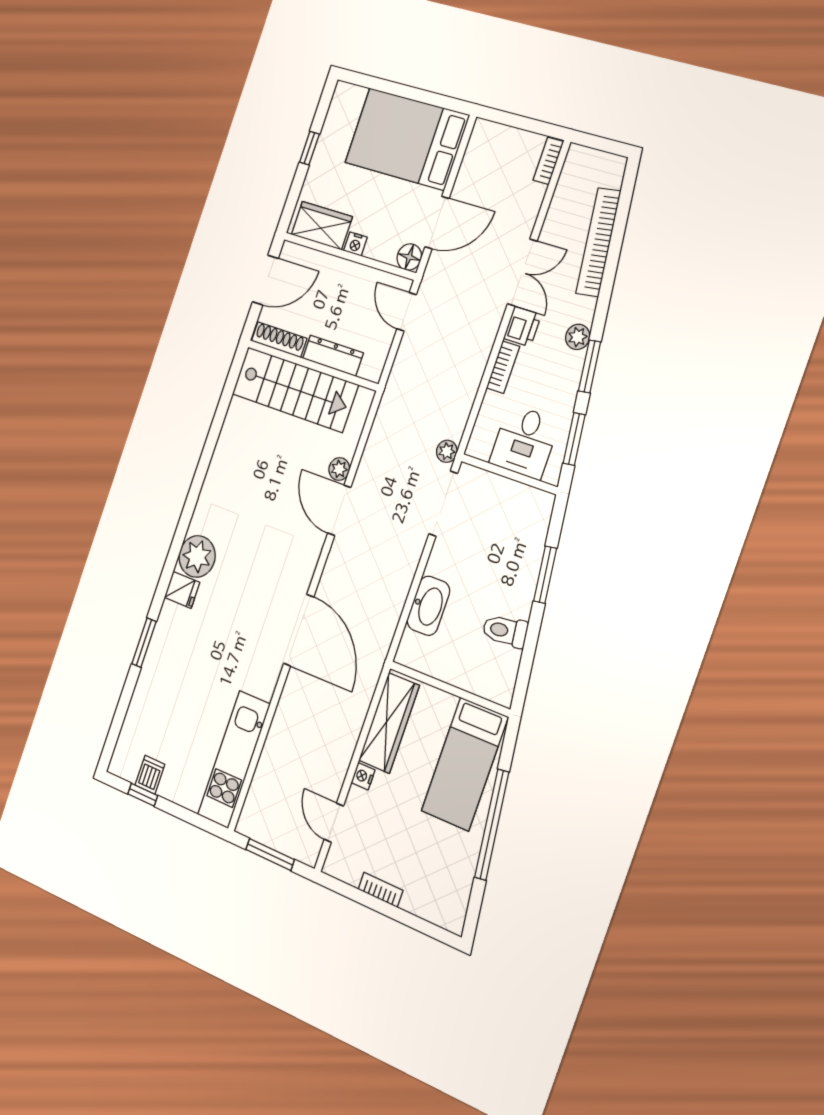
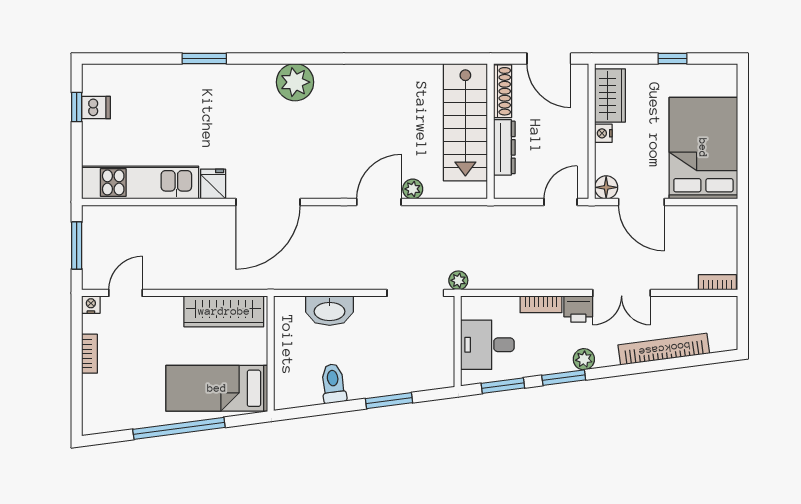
fridge: (182, 590) -> (213, 184), moved, turned 180
nightstand: (363, 776) -> (91, 305), moved

